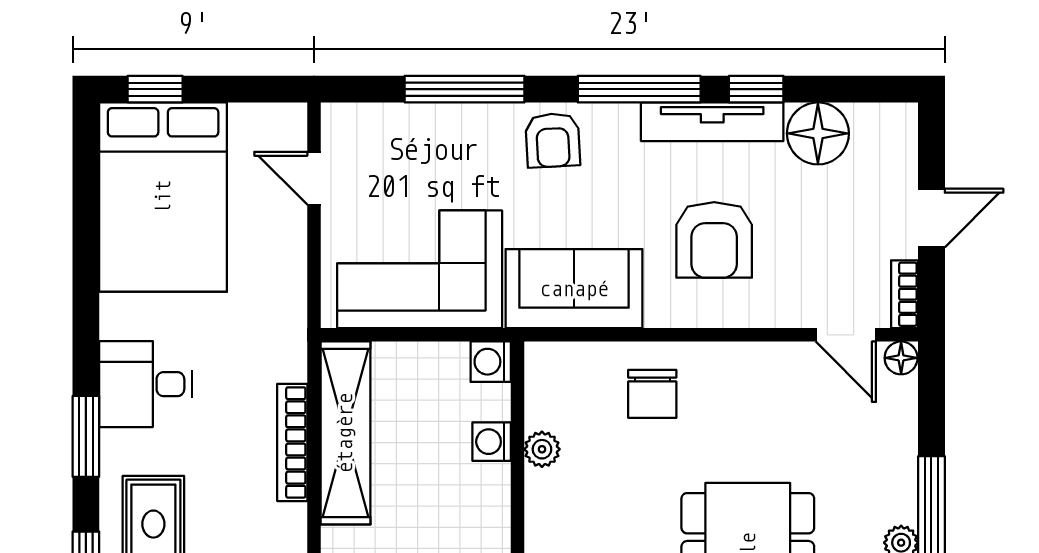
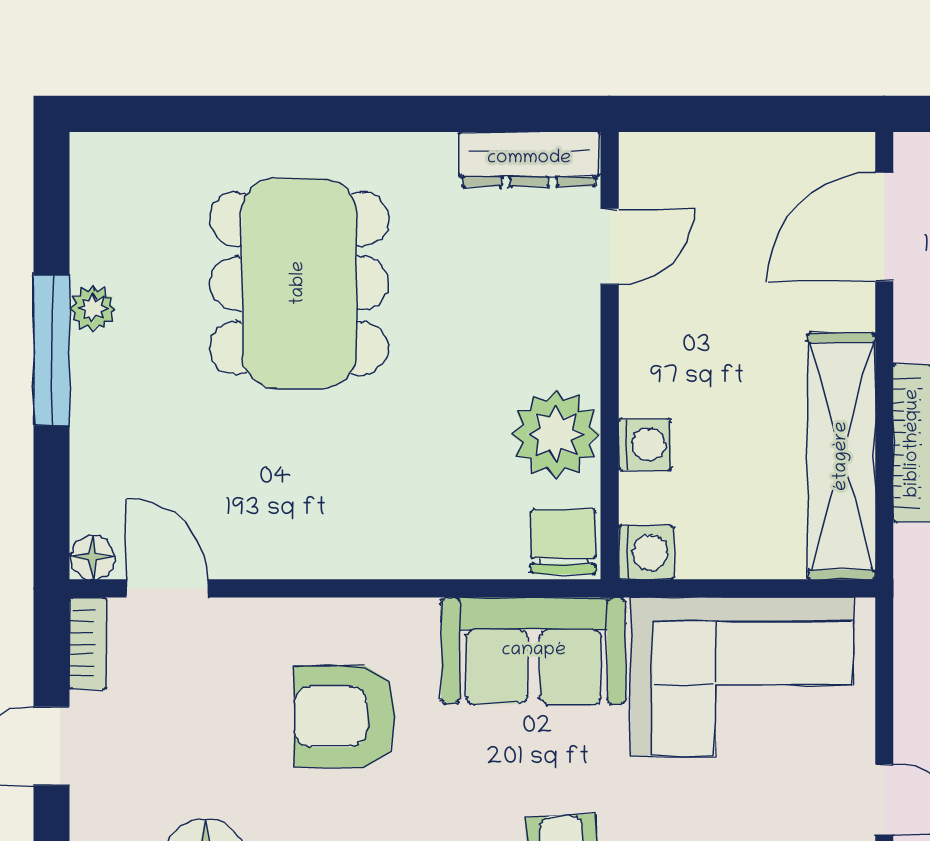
armchair: (714, 240) -> (345, 717), turned -90
chair: (652, 394) -> (563, 542), moved
plant: (542, 449) -> (556, 434), width x1.87, depth x1.87

